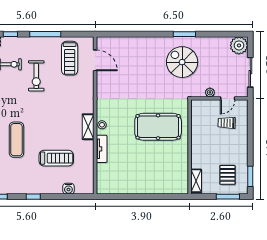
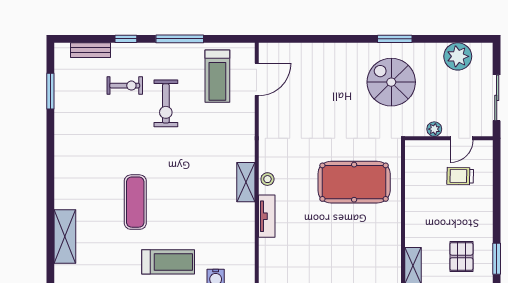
plant: (239, 45) -> (458, 56), moved
door: (95, 60) -> (257, 79), hinge flipped
treadmill: (56, 158) -> (168, 262), moved

